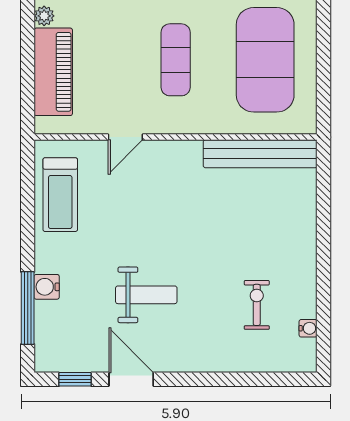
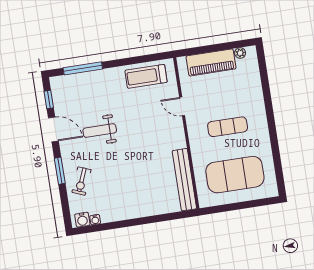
water cooler: (47, 287) -> (82, 220), moved, turned 180
weight bench: (146, 295) -> (100, 131), turned 90
exercise bike: (257, 305) -> (82, 181), moved, turned 112
door: (131, 379) -> (53, 129), hinge flipped
window: (209, 379) -> (60, 171), added

